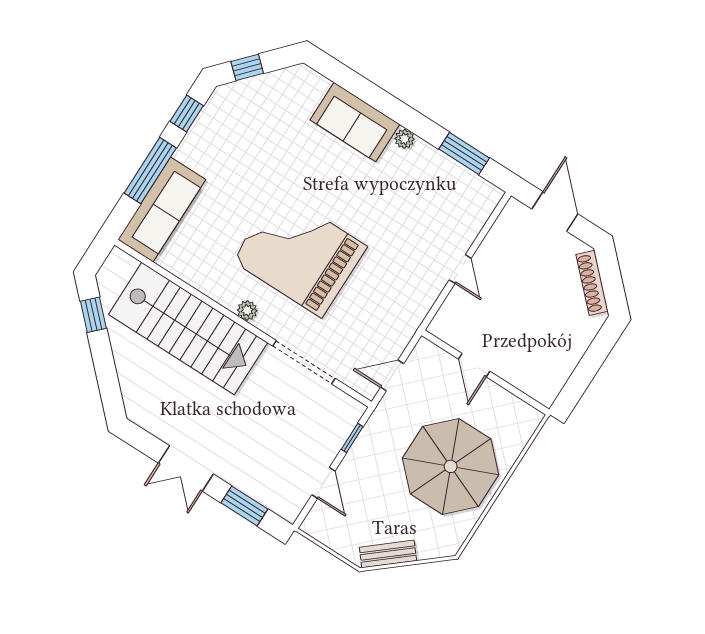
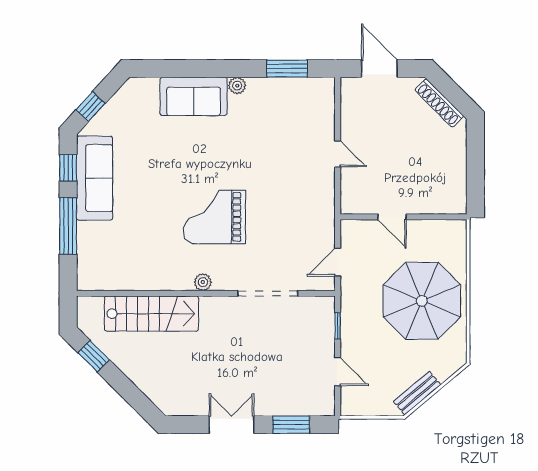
sofa: (162, 210) -> (95, 178), moved
grand piano: (299, 254) -> (214, 217), width x0.73, depth x0.68
stairs: (188, 329) -> (151, 314), width x0.73, depth x0.66
double door: (186, 468) -> (232, 425), swing flipped

